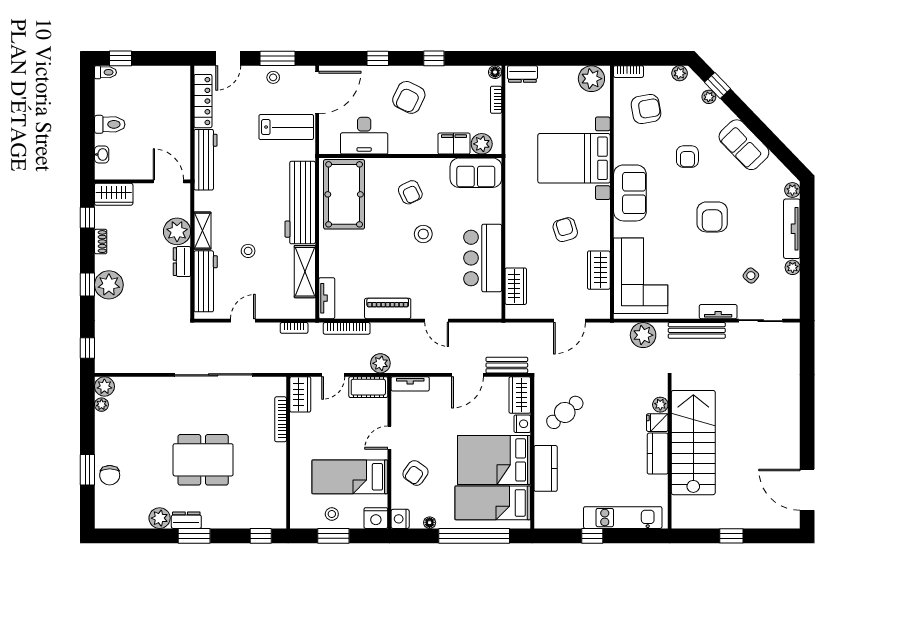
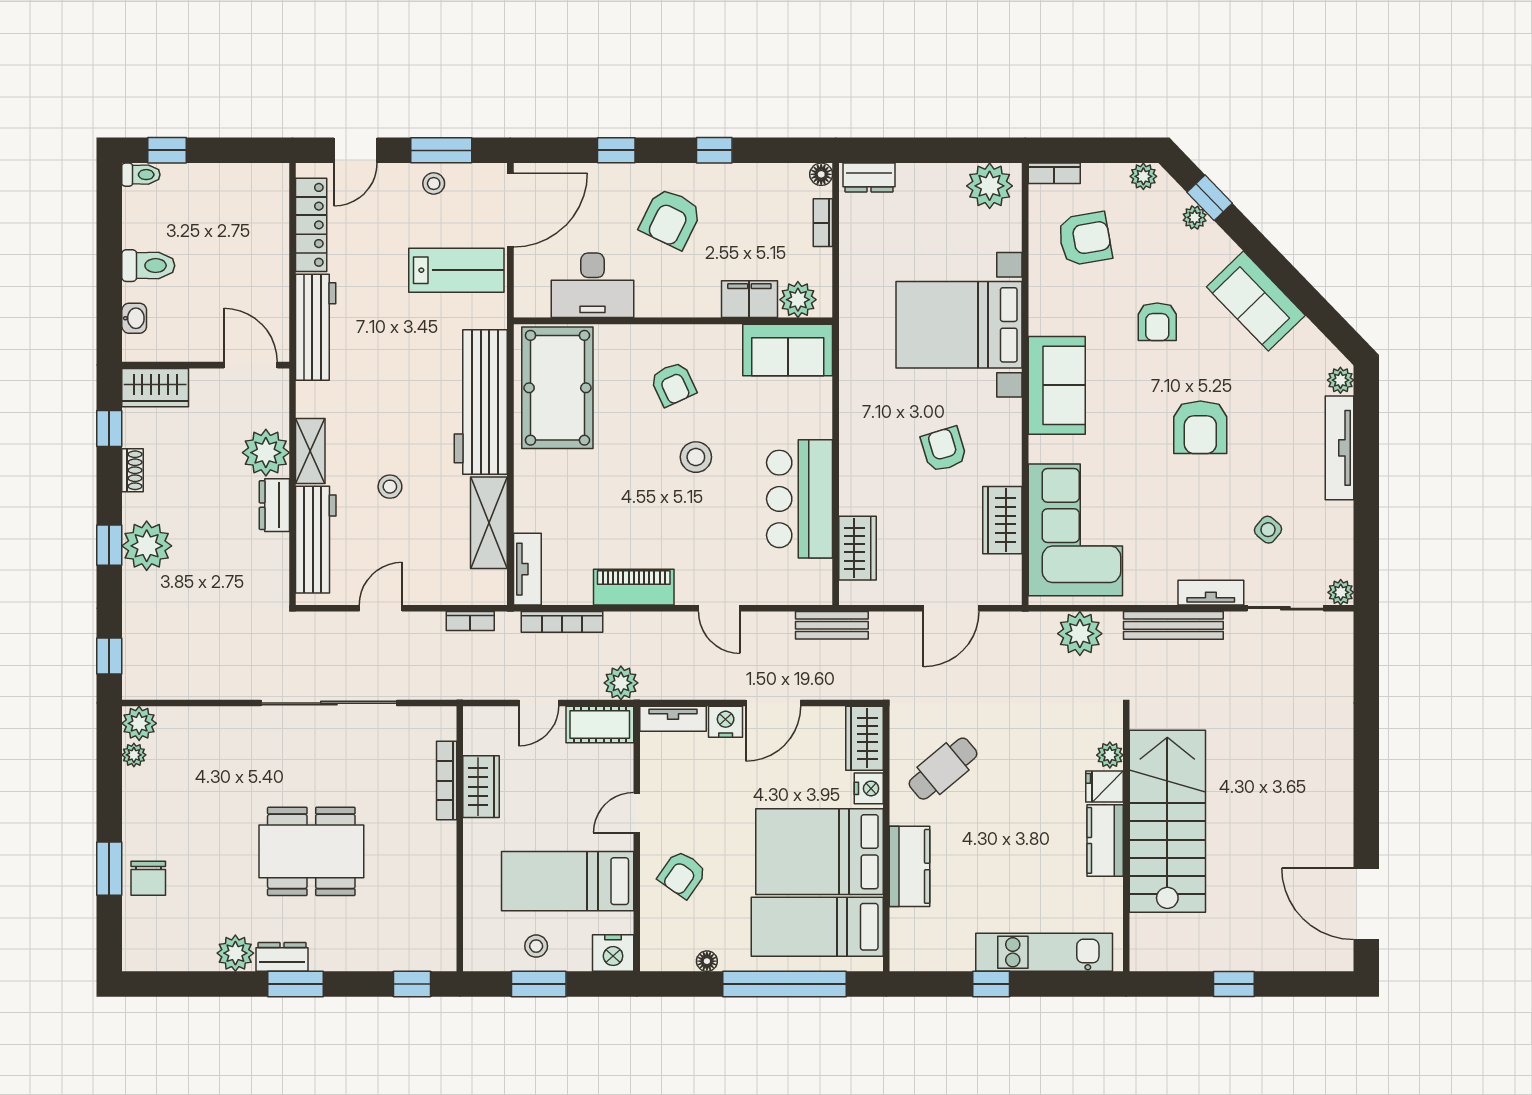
plant: (793, 267) -> (1341, 592), moved
bench: (507, 365) -> (832, 625), moved
wardrobe: (300, 394) -> (481, 787), moved
nightstand: (400, 519) -> (726, 722), moved, turned 90

